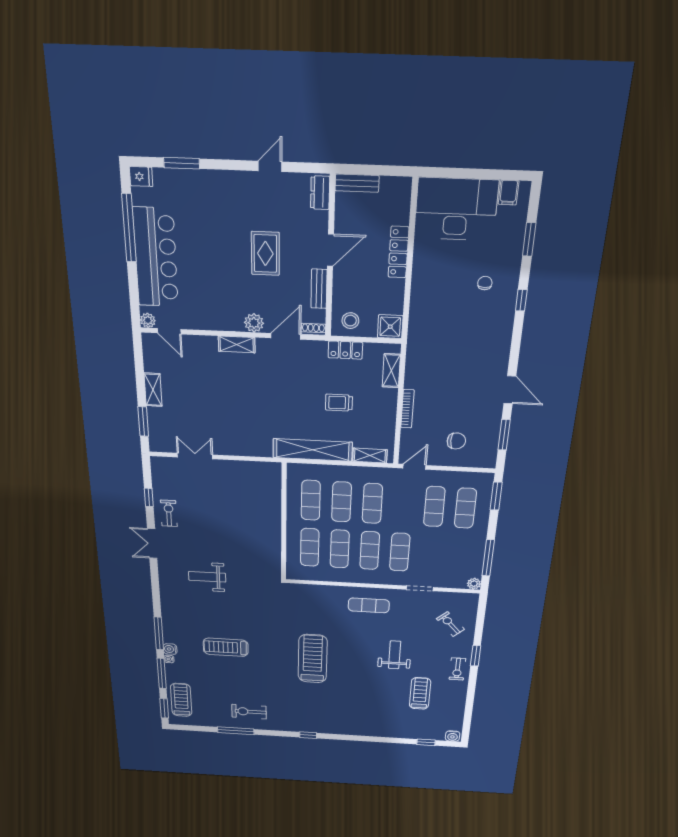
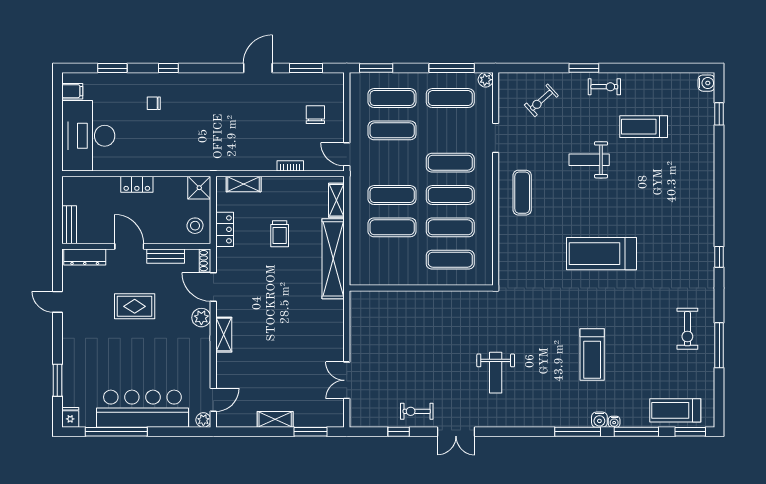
dresser: (320, 193) -> (85, 257), width x1.44
locker: (398, 252) -> (137, 184), width x0.66
bookcase: (407, 409) -> (290, 166), width x0.64
exercise mat: (311, 500) -> (450, 98), moved

